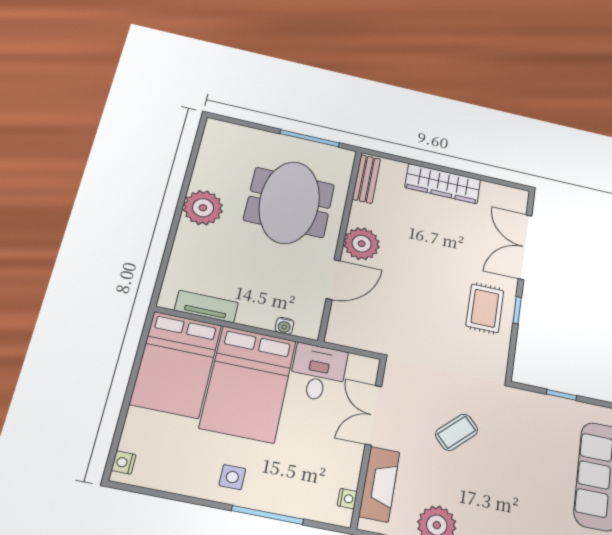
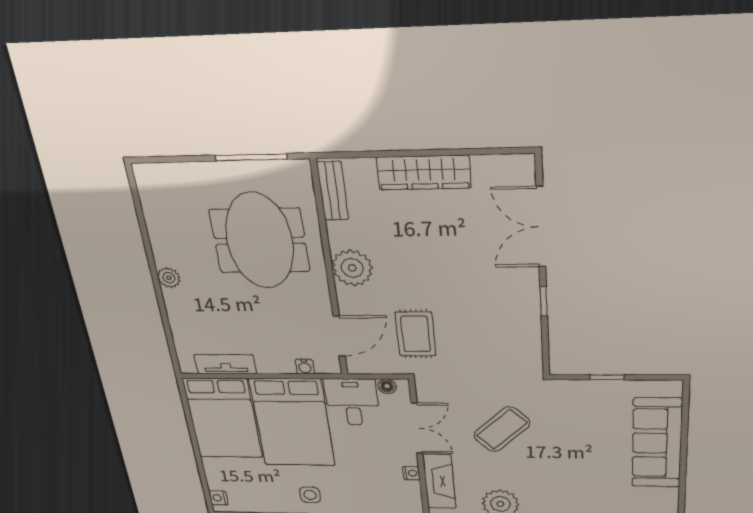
plant: (203, 208) -> (169, 278), width x0.53, depth x0.53
door: (333, 280) -> (339, 336), moved
rug: (485, 308) -> (416, 334), moved
floor lamp: (358, 363) -> (387, 386), added
double door: (373, 415) -> (417, 428), swing flipped
coffee table: (457, 432) -> (502, 429), width x1.36, depth x1.30
nightstand: (347, 499) -> (411, 473), moved

